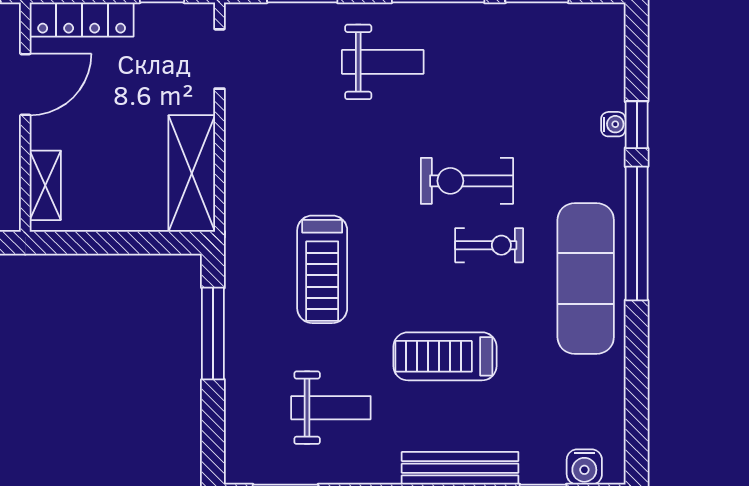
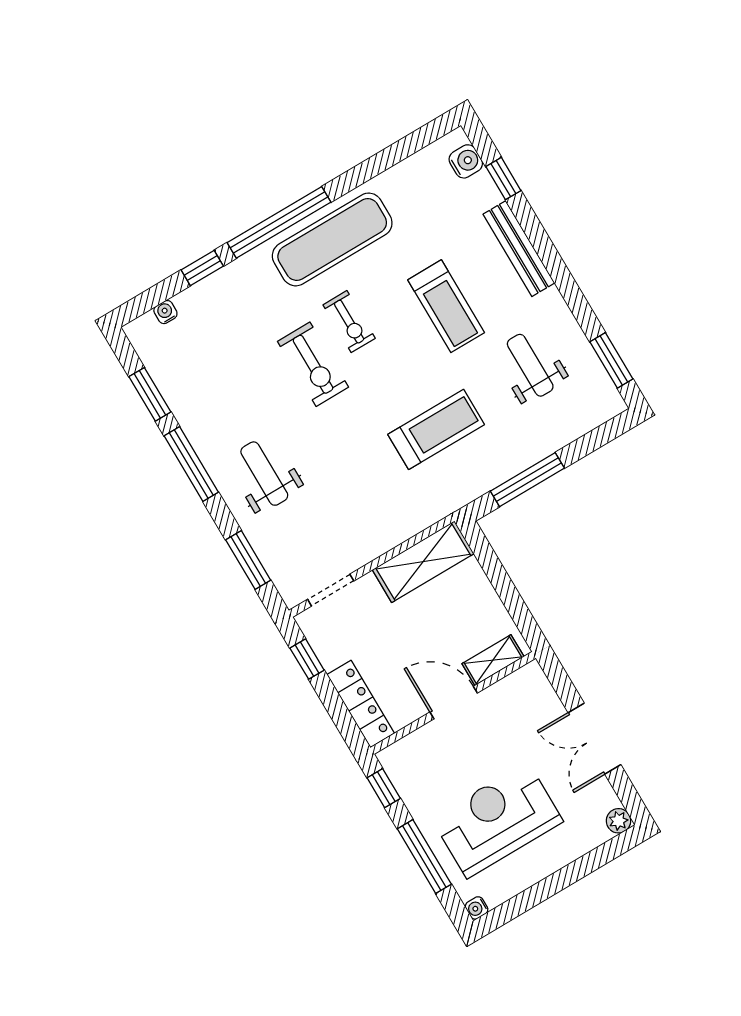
door: (25, 84) -> (454, 703), moved
water cooler: (613, 124) -> (165, 312), moved
exercise bike: (489, 245) -> (349, 322), turned 180

